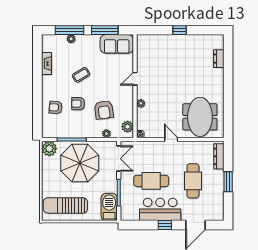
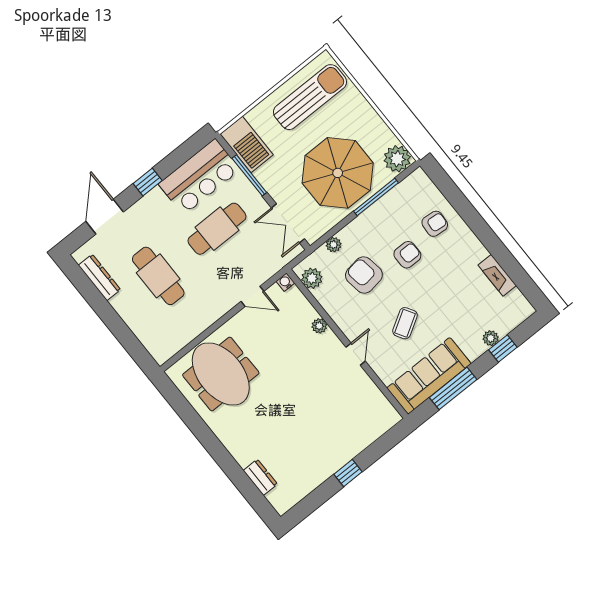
window: (69, 30) -> (503, 348), width x0.46
sofa: (117, 44) -> (429, 376), width x1.36
coffee table: (81, 75) -> (405, 323), moved
door: (171, 139) -> (252, 296), moved
dresser: (219, 156) -> (99, 277), moved
window: (228, 182) -> (108, 314), removed
bar counter: (160, 209) -> (199, 177), moved

